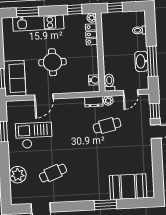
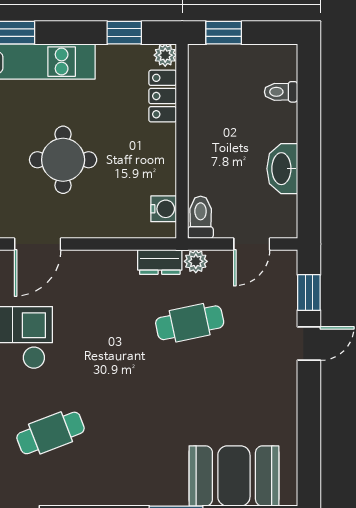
window: (152, 61) -> (309, 170), removed

